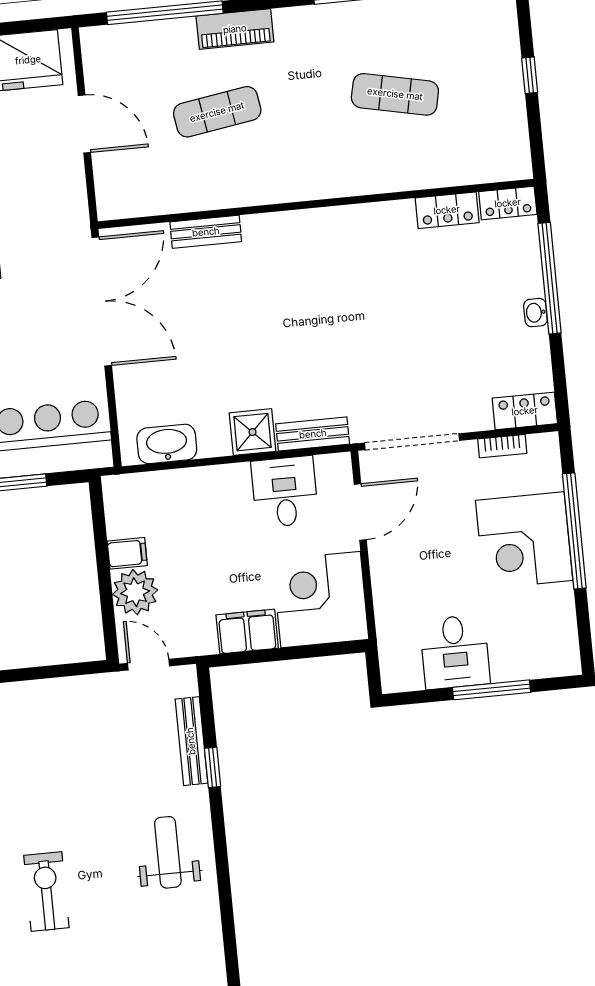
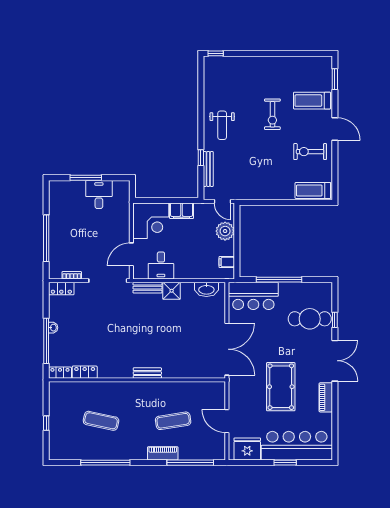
bench: (206, 232) -> (147, 373), moved
double door: (102, 302) -> (227, 349), swing flipped
corner desk: (524, 540) -> (67, 237), removed
filing cabinet: (127, 553) -> (227, 262), moved

